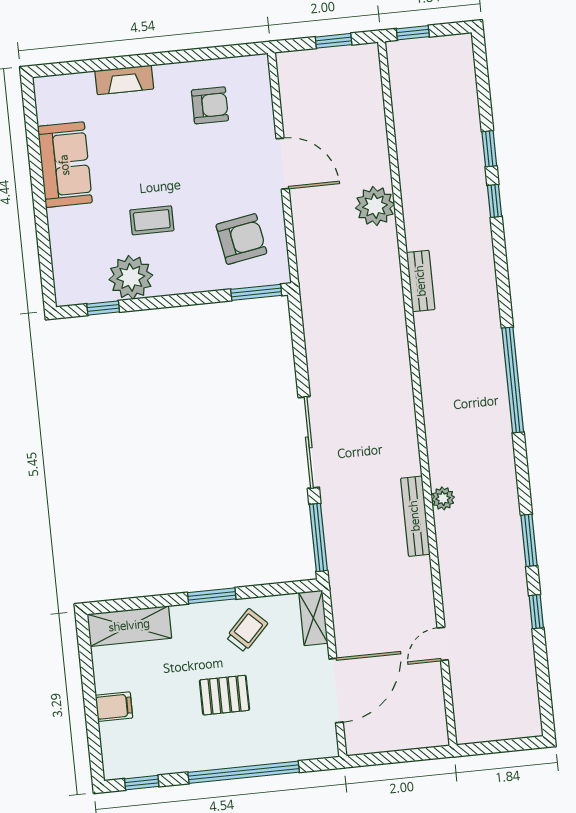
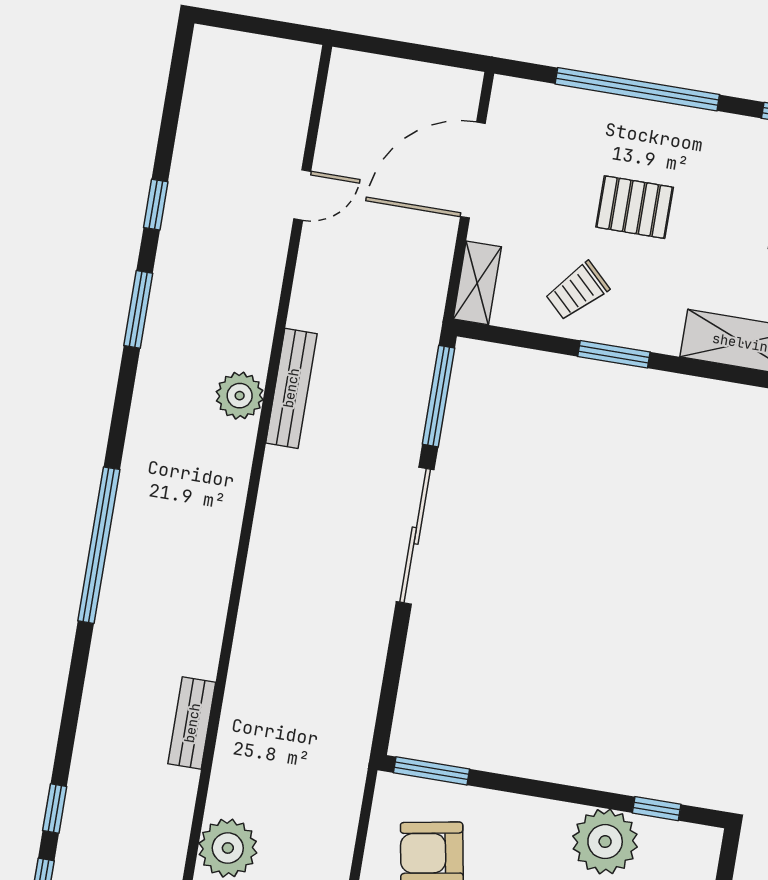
plant: (443, 498) -> (240, 396), width x1.38, depth x1.38

